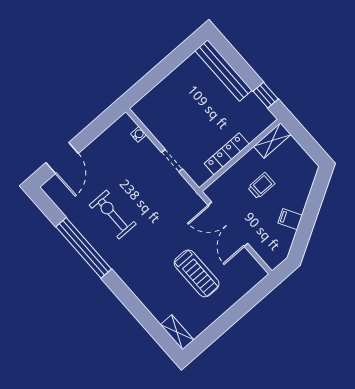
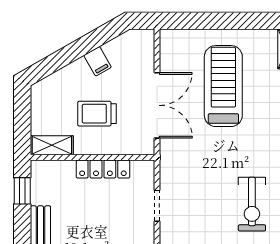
trolley: (261, 186) -> (97, 114), width x1.36, depth x1.39
treadmill: (197, 273) -> (223, 86), width x1.37, depth x1.38

